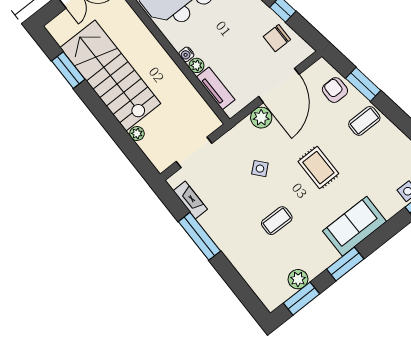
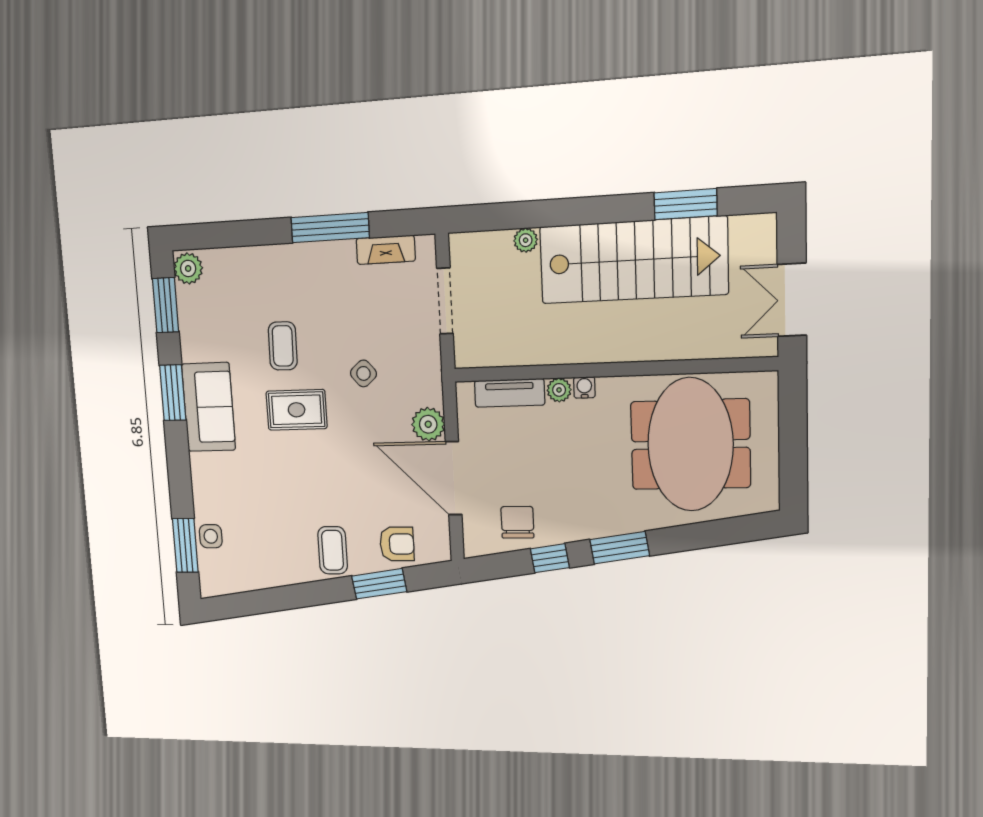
rug: (318, 168) -> (297, 410), moved
sofa: (355, 226) -> (209, 407), moved
plant: (298, 279) -> (188, 268), moved

